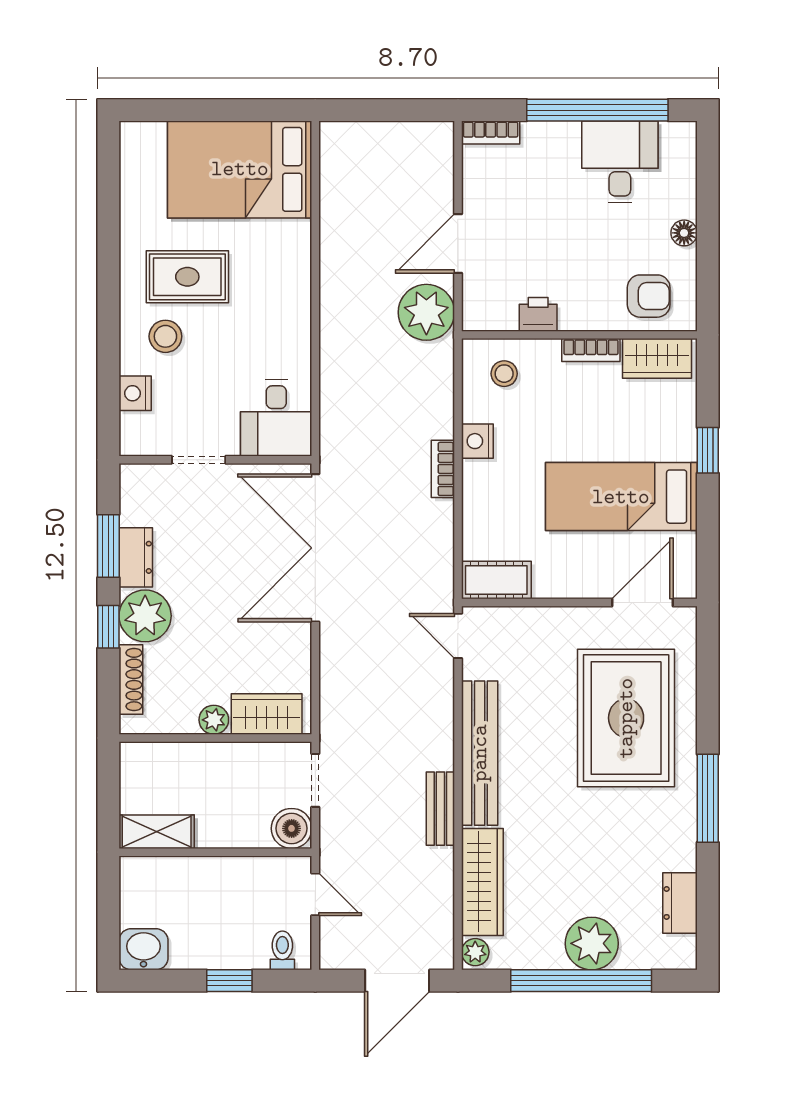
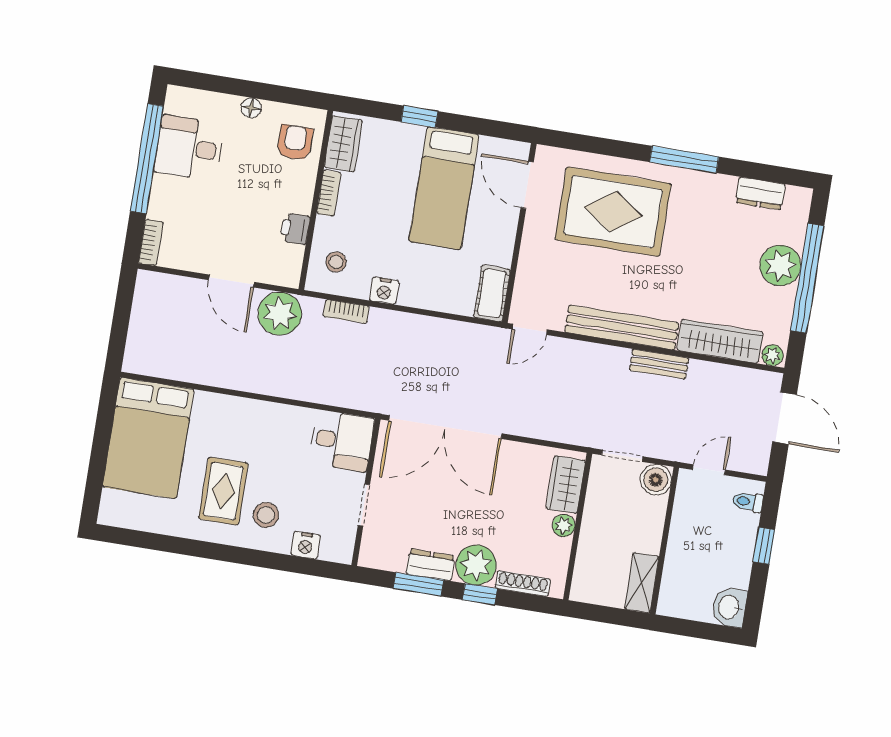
bookcase: (443, 469) -> (346, 311), moved

